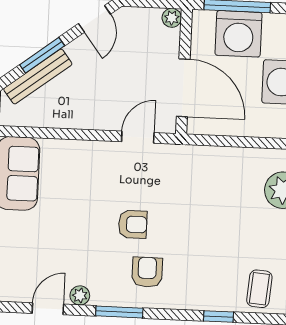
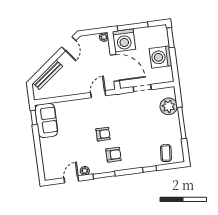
washing machine: (238, 34) -> (124, 40), moved
window: (42, 55) -> (48, 65), removed
doorway: (234, 142) -> (142, 88), added
armchair: (147, 272) -> (114, 155), turned 90

